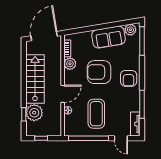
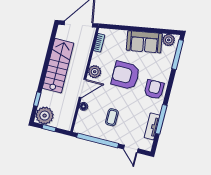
plant: (70, 64) -> (95, 72), moved
armchair: (129, 78) -> (154, 89), turned 180
plant: (34, 113) -> (45, 116), moved
coffee table: (96, 114) -> (112, 117), width x0.54, depth x0.58
tv unit: (135, 124) -> (152, 126), moved

